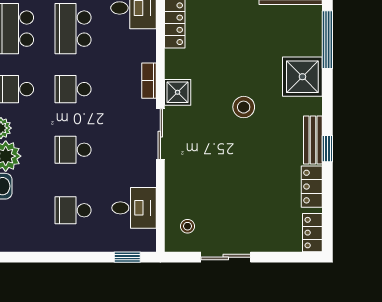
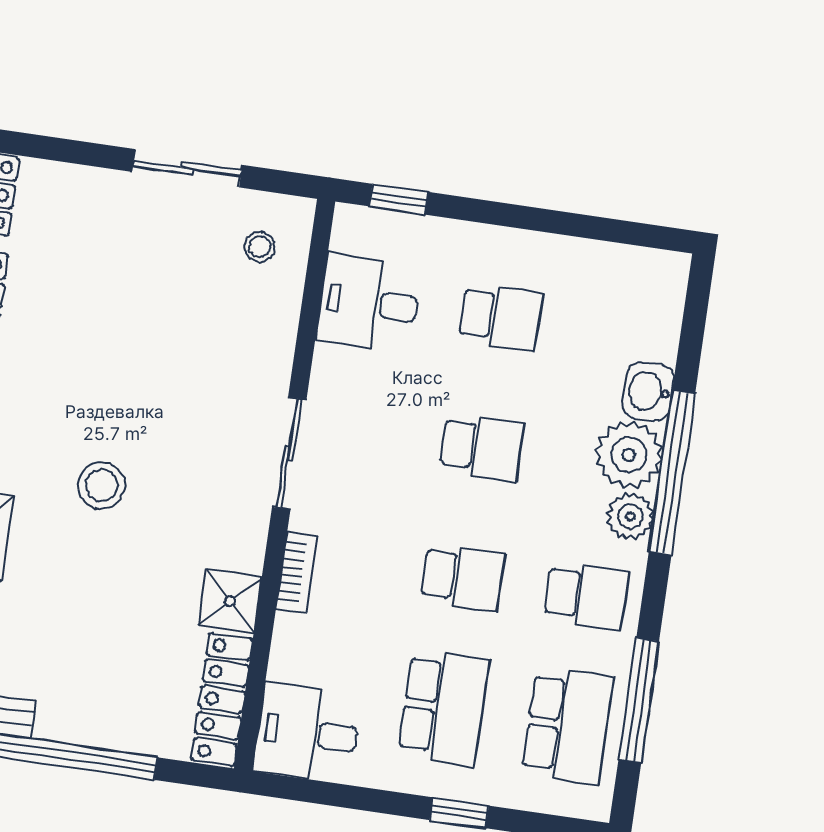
shower: (178, 92) -> (230, 601), moved

